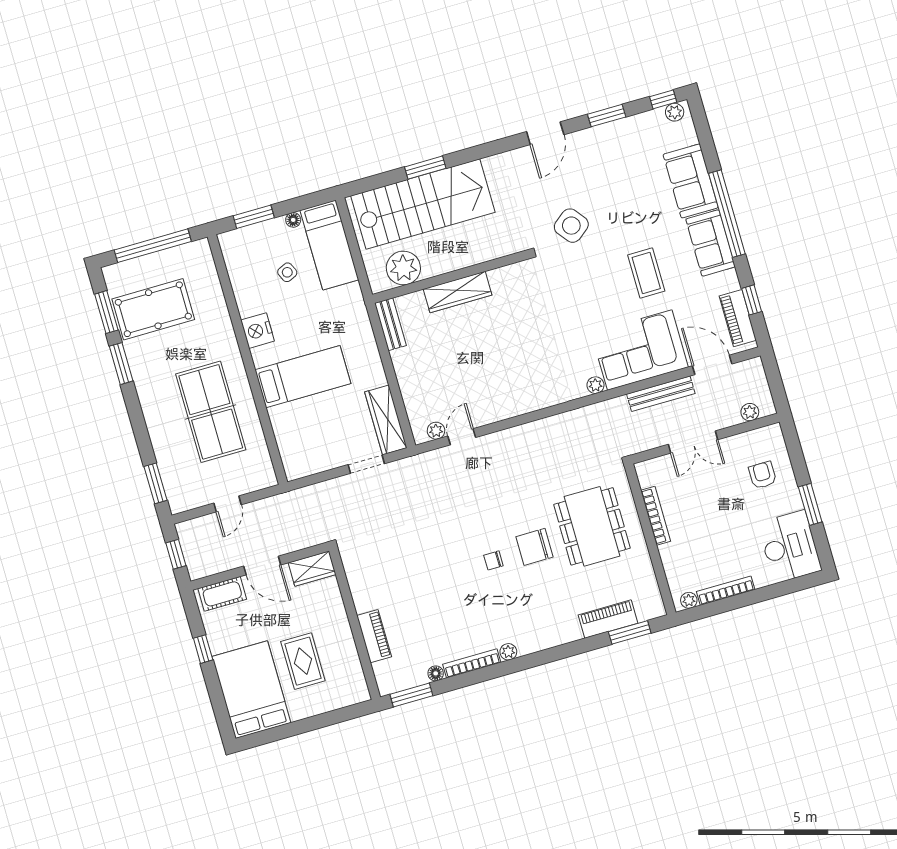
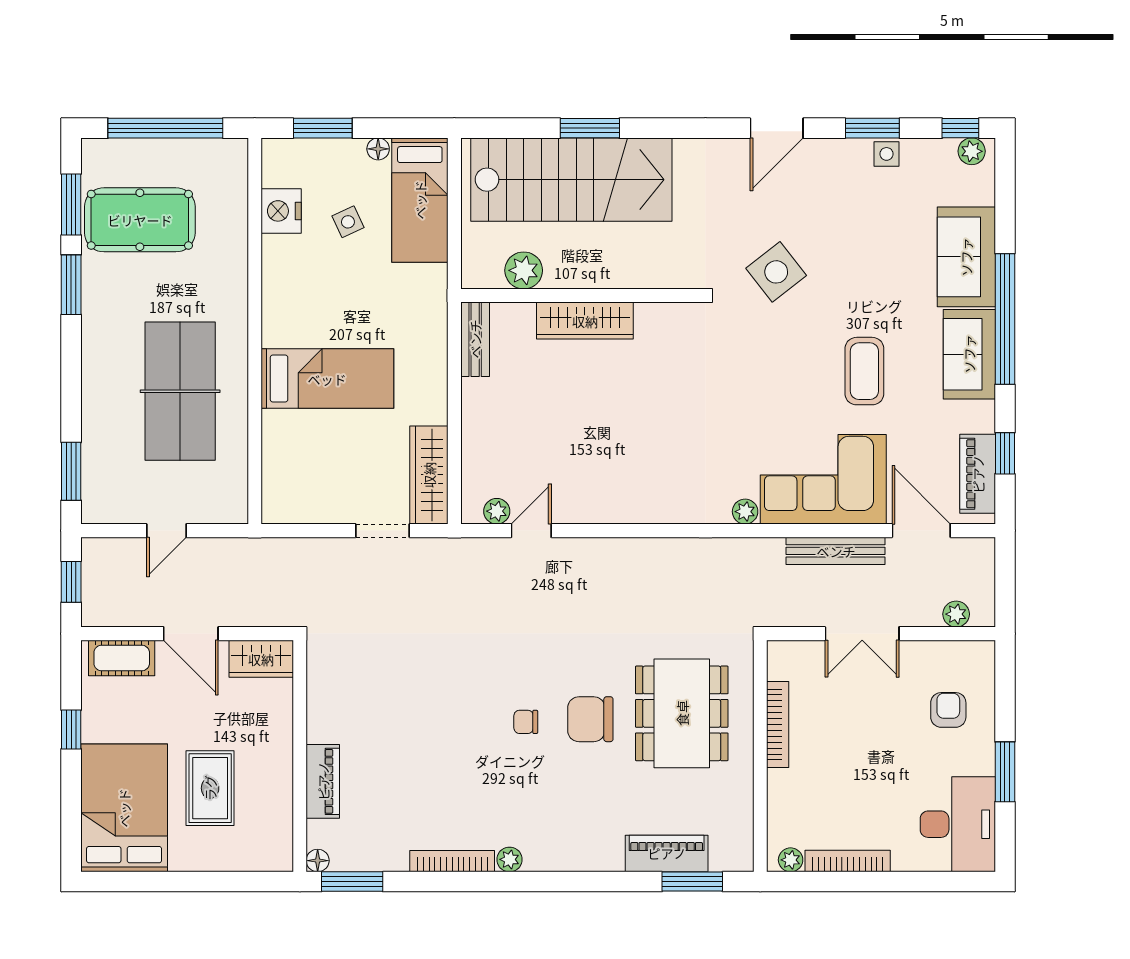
side table: (620, 130) -> (887, 154), added
plant: (403, 268) -> (524, 270), width x0.73, depth x0.73
nightstand: (258, 331) -> (281, 211), moved
floor lamp: (436, 673) -> (318, 861), moved

